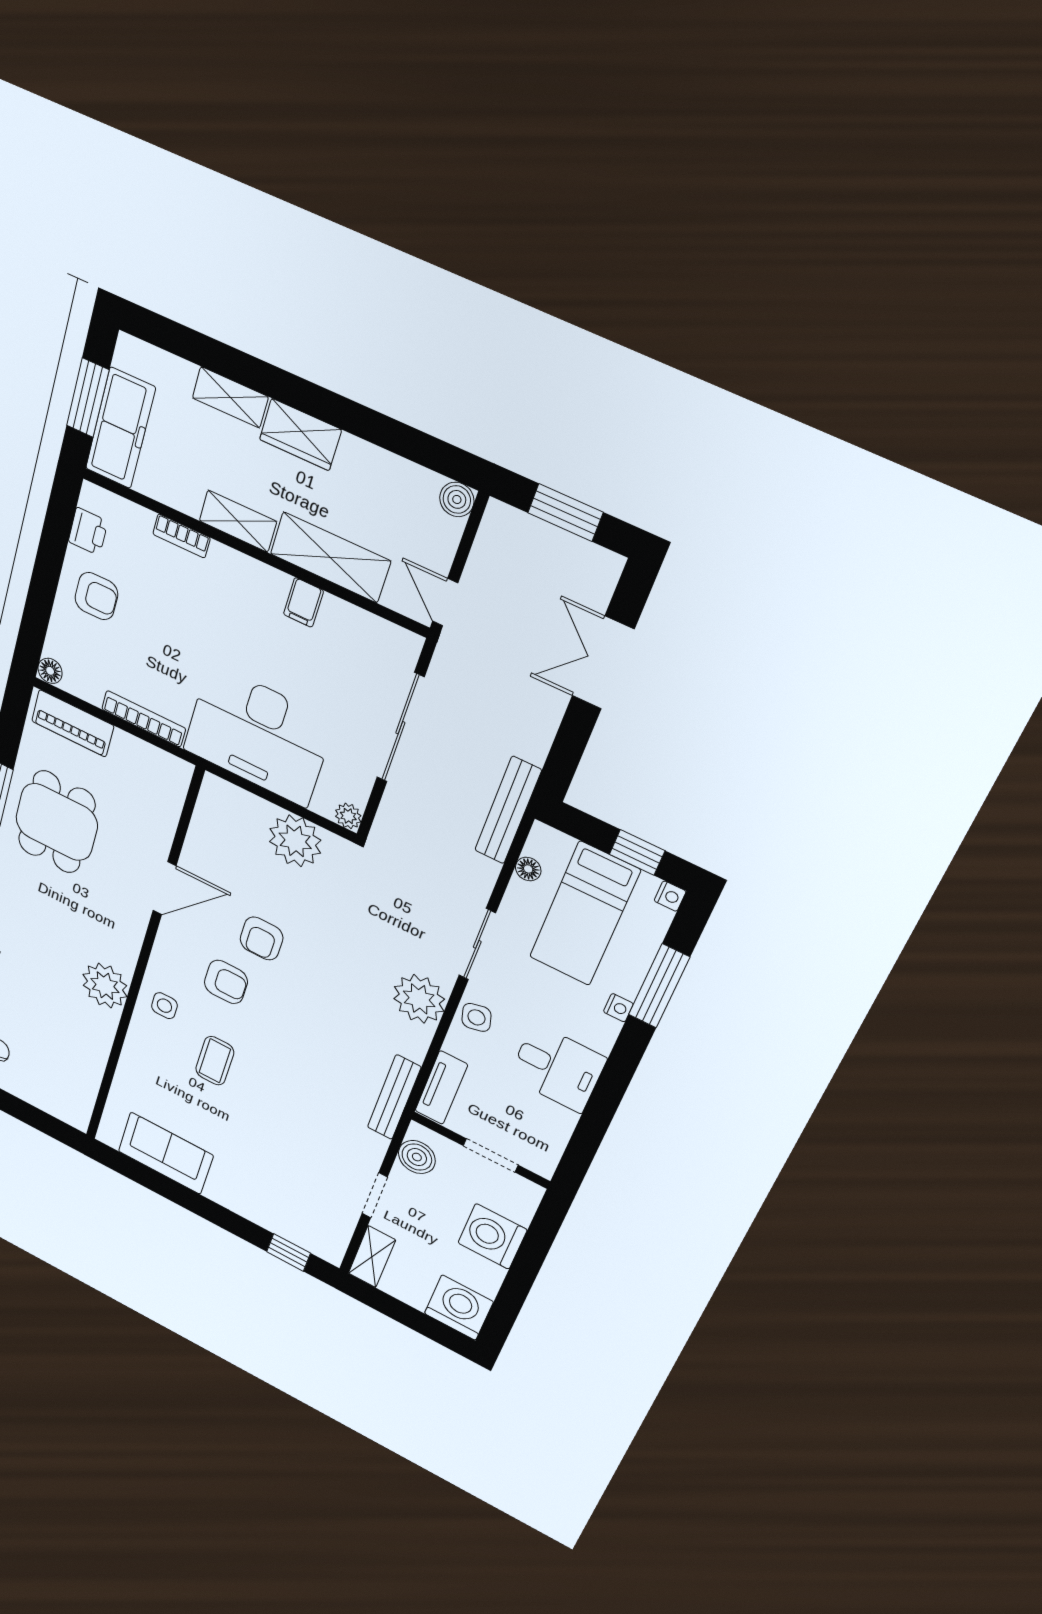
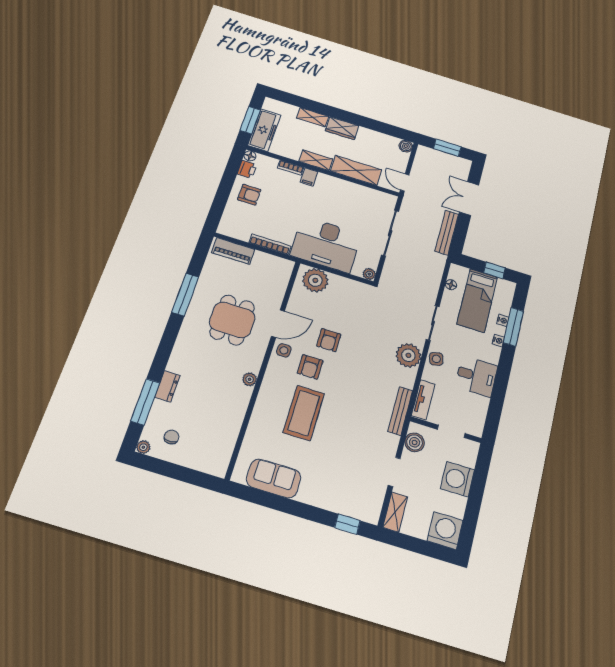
filing cabinet: (303, 602) -> (309, 177), moved
floor lamp: (50, 671) -> (250, 156), moved
bench: (508, 810) -> (447, 233), moved
dining table: (57, 822) -> (232, 320), moved
plant: (295, 841) -> (315, 280), moved
nightstand: (670, 896) -> (503, 320), moved
armchair: (226, 982) -> (310, 367), turned 90
plant: (105, 986) -> (250, 379), width x0.53, depth x0.53
side table: (164, 1006) -> (284, 350), moved
coffee table: (215, 1061) -> (304, 413), width x1.86, depth x1.72

